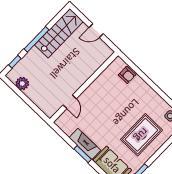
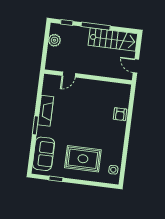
wall: (84, 87) -> (88, 77), moved
door: (70, 102) -> (69, 75), moved
fireplace: (85, 144) -> (46, 111), moved

